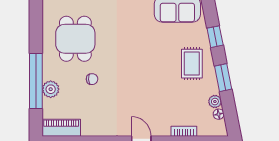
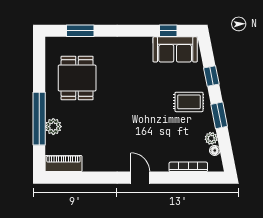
rug: (192, 64) -> (189, 102), turned 90
chair: (92, 79) -> (93, 117), removed
bookcase: (184, 131) -> (188, 167), width x1.56

